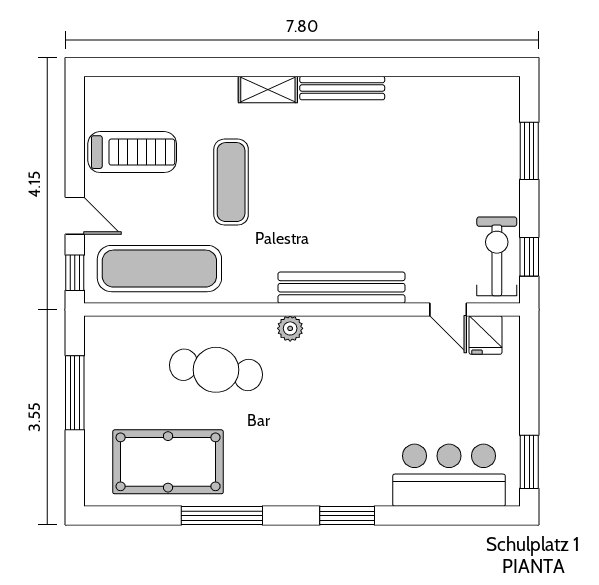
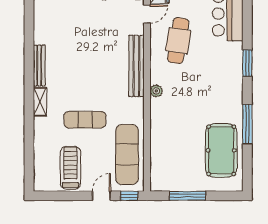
cafe table: (216, 370) -> (178, 41), moved

